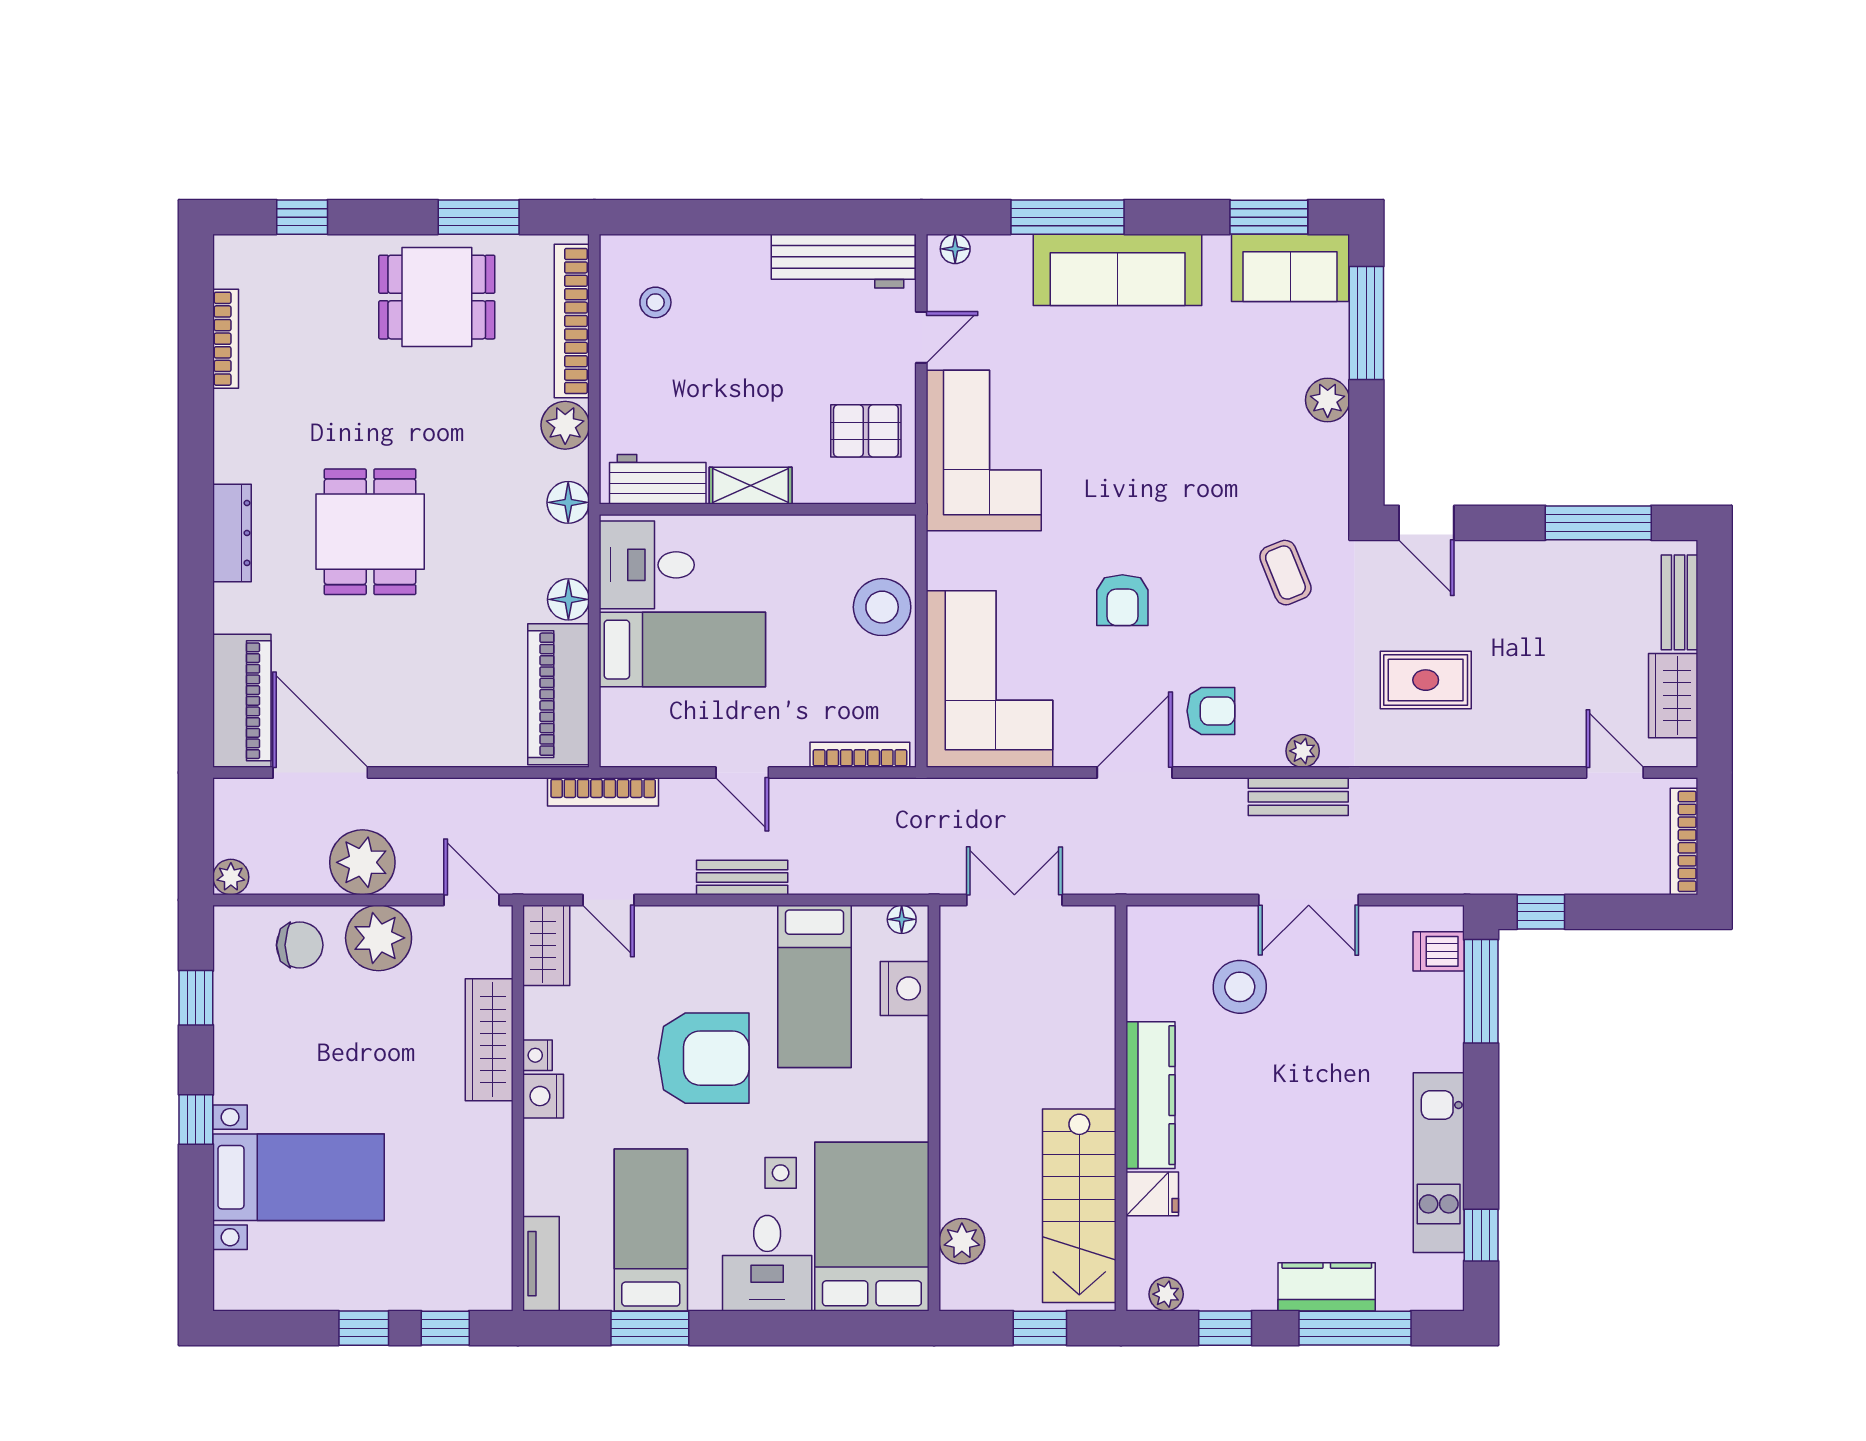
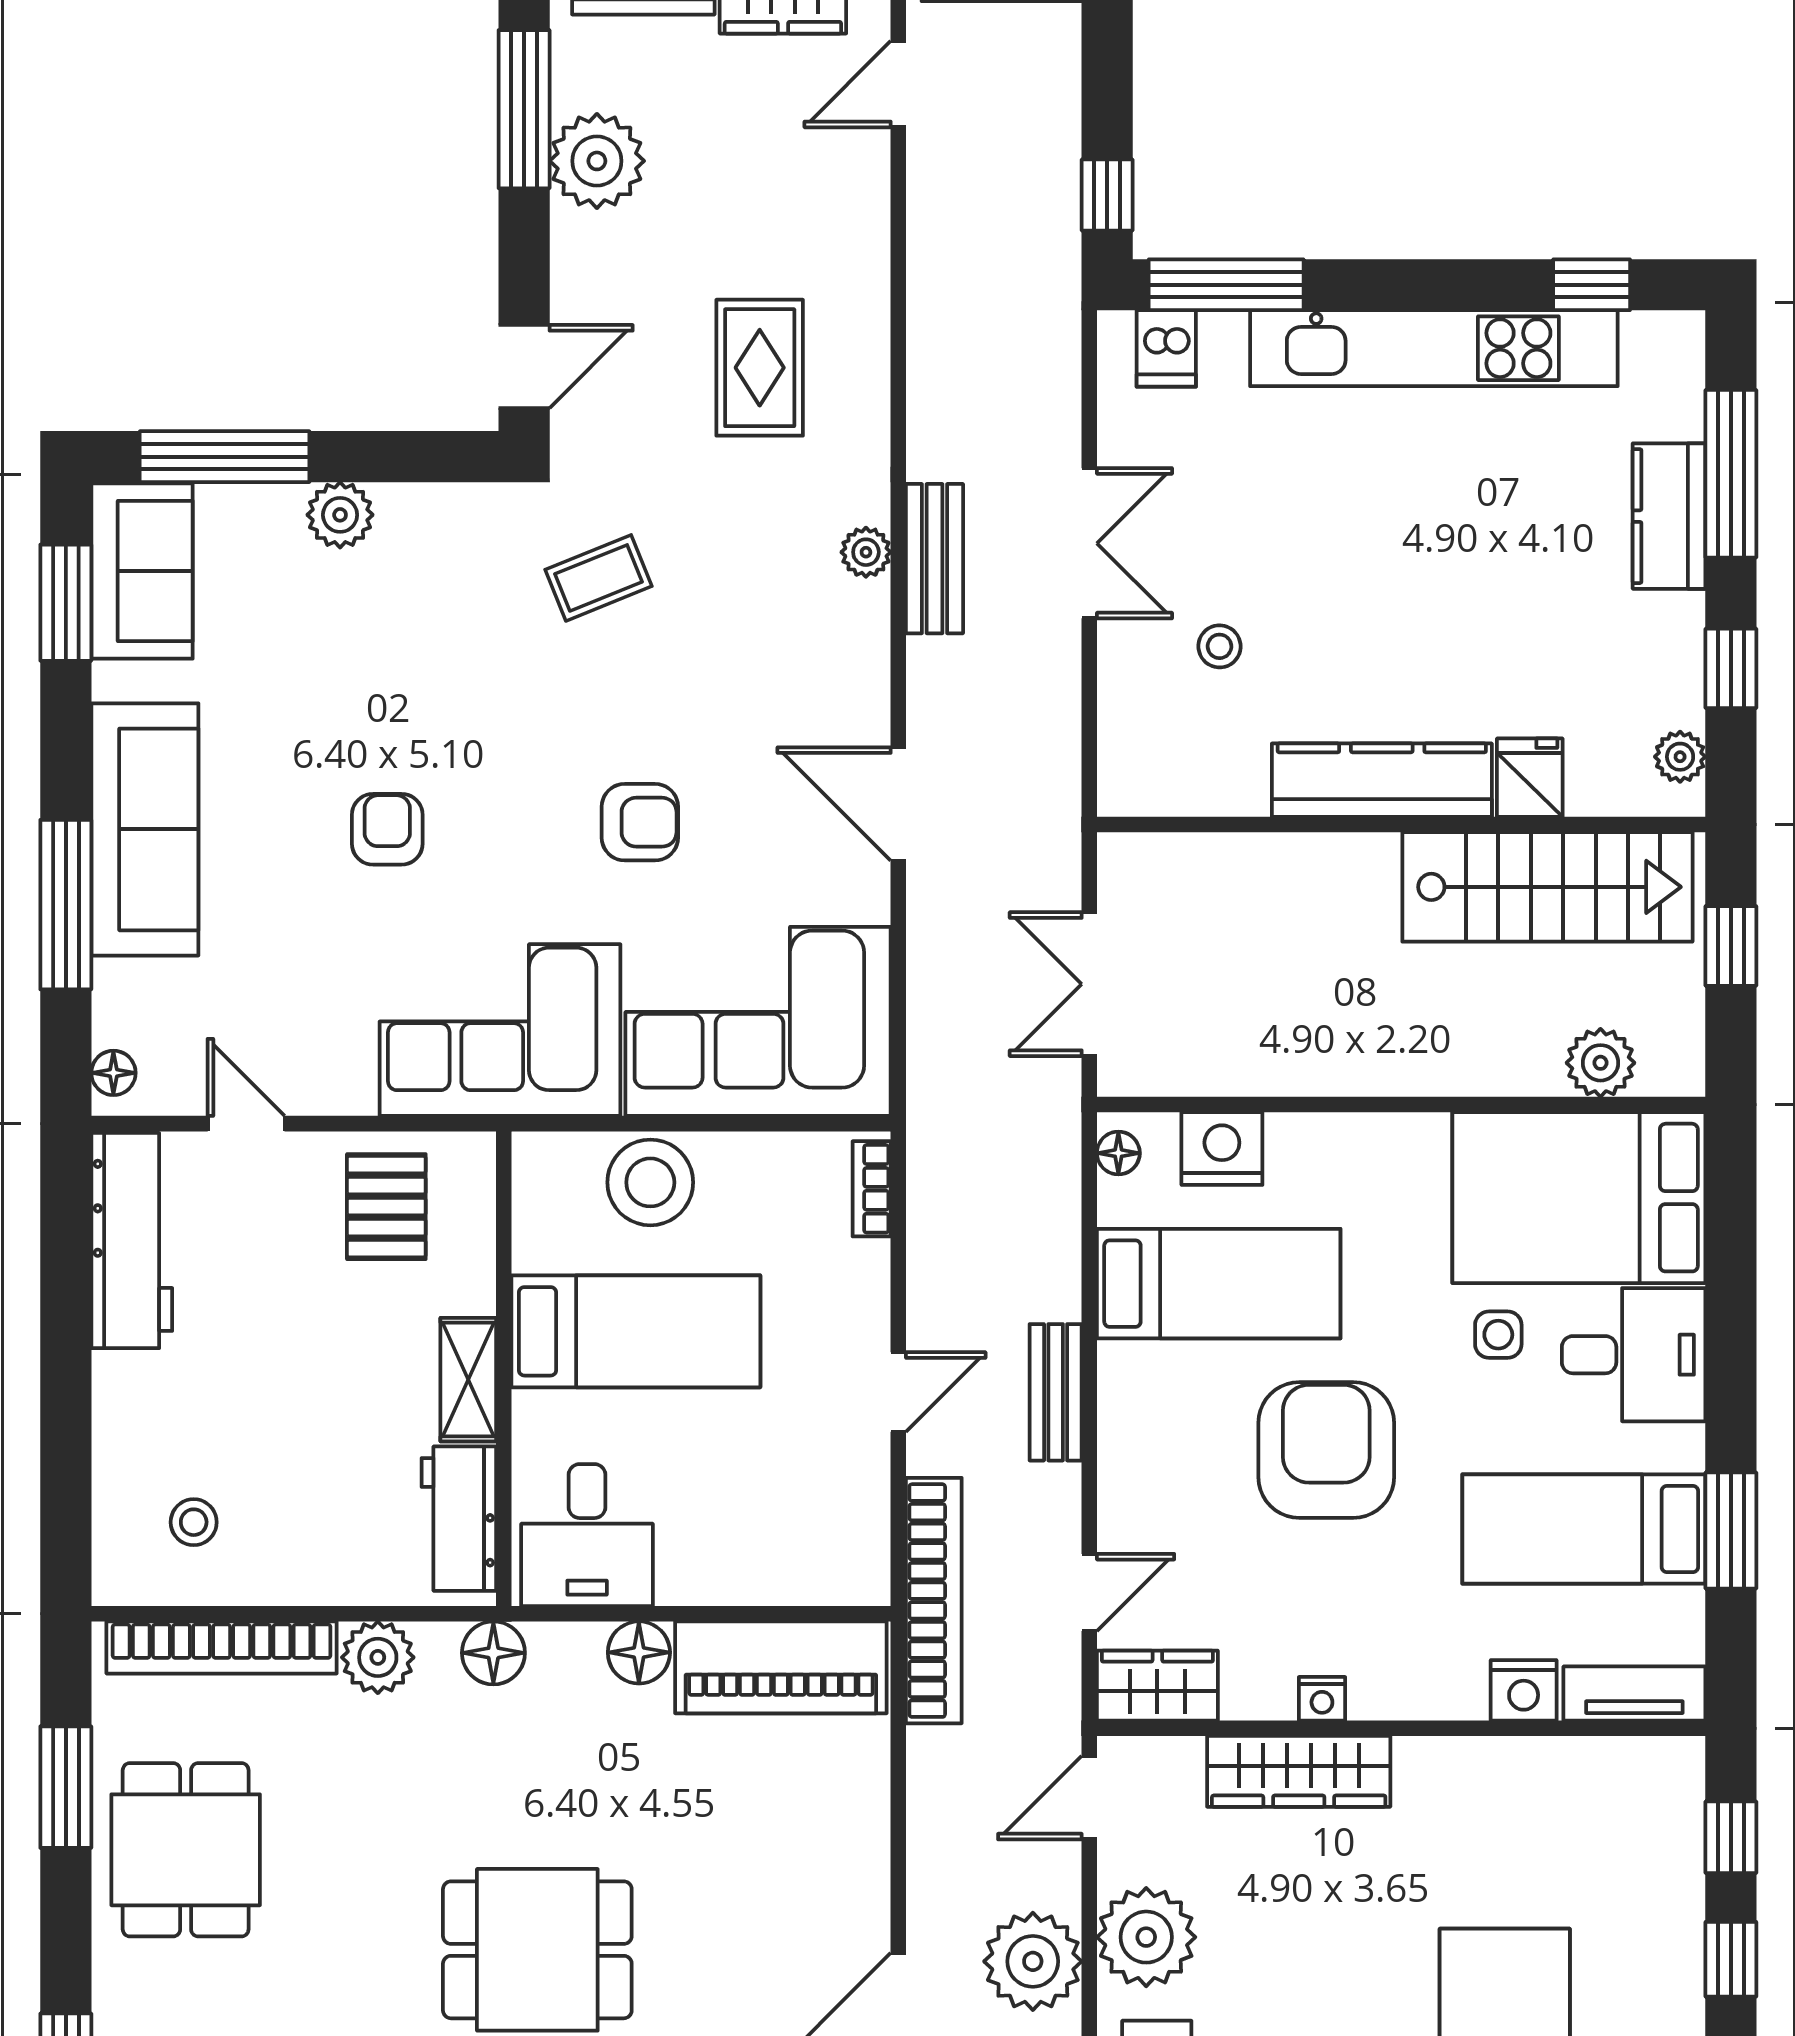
corner sofa: (984, 451) -> (500, 1030), moved
plant: (1564, 571) -> (597, 161), added
bed: (682, 650) -> (636, 1331), moved, turned 90
armchair: (1211, 711) -> (387, 829), moved
bookcase: (860, 755) -> (872, 1189), width x0.64
bookcase: (603, 792) -> (934, 1601), width x1.48, depth x1.31
stool: (1240, 987) -> (1220, 646), width x0.53, depth x0.53
nightstand: (543, 1096) -> (1524, 1690), moved
kitchen unit: (1439, 1163) -> (1434, 348), width x1.36

